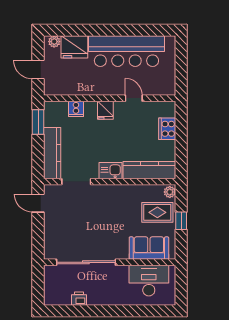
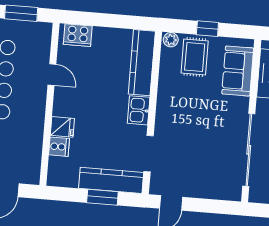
window: (181, 69) -> (21, 13), added
door: (134, 98) -> (52, 75), swing flipped
fridge: (105, 110) -> (62, 127), moved
window: (38, 122) -> (102, 197), moved
cooker: (167, 129) -> (78, 35), moved

